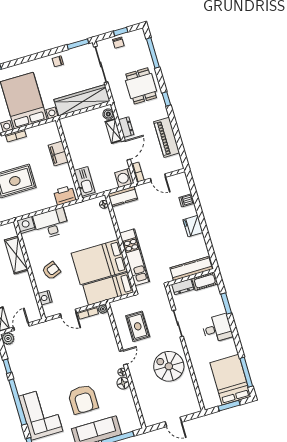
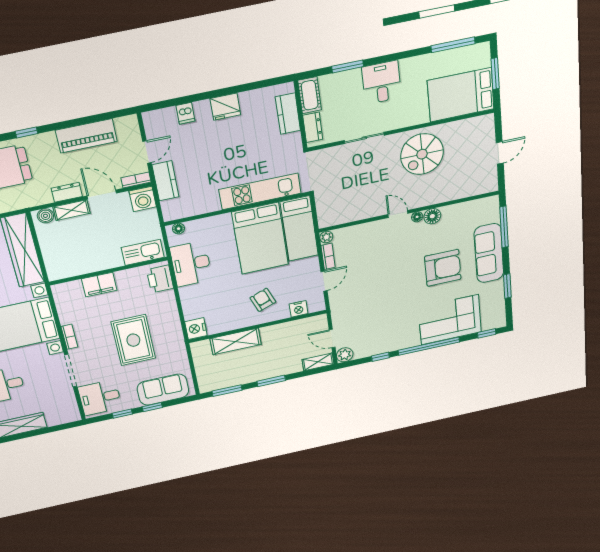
kitchen counter: (123, 197) -> (165, 181), moved
desk: (51, 224) -> (191, 264), moved
kitchen counter: (191, 268) -> (288, 114), width x0.67
rug: (138, 326) -> (358, 193), removed
bed: (230, 380) -> (461, 95), moved

